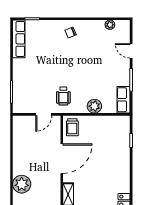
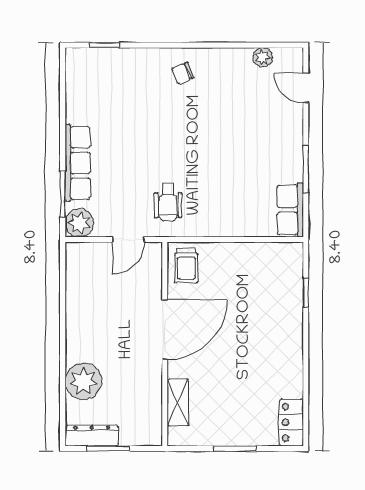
row of seats: (19, 39) -> (78, 163), moved
door: (131, 51) -> (306, 88), moved
plant: (94, 106) -> (79, 223), moved

